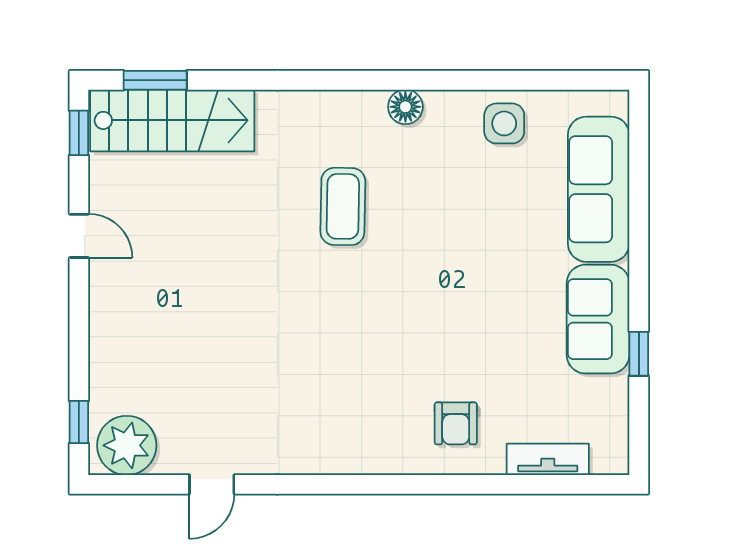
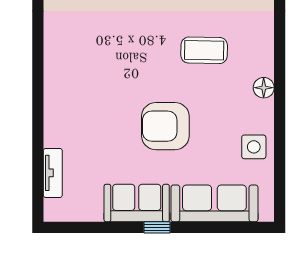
window: (639, 354) -> (157, 227), moved
armchair: (456, 423) -> (165, 126), moved, width x1.88, depth x1.88

